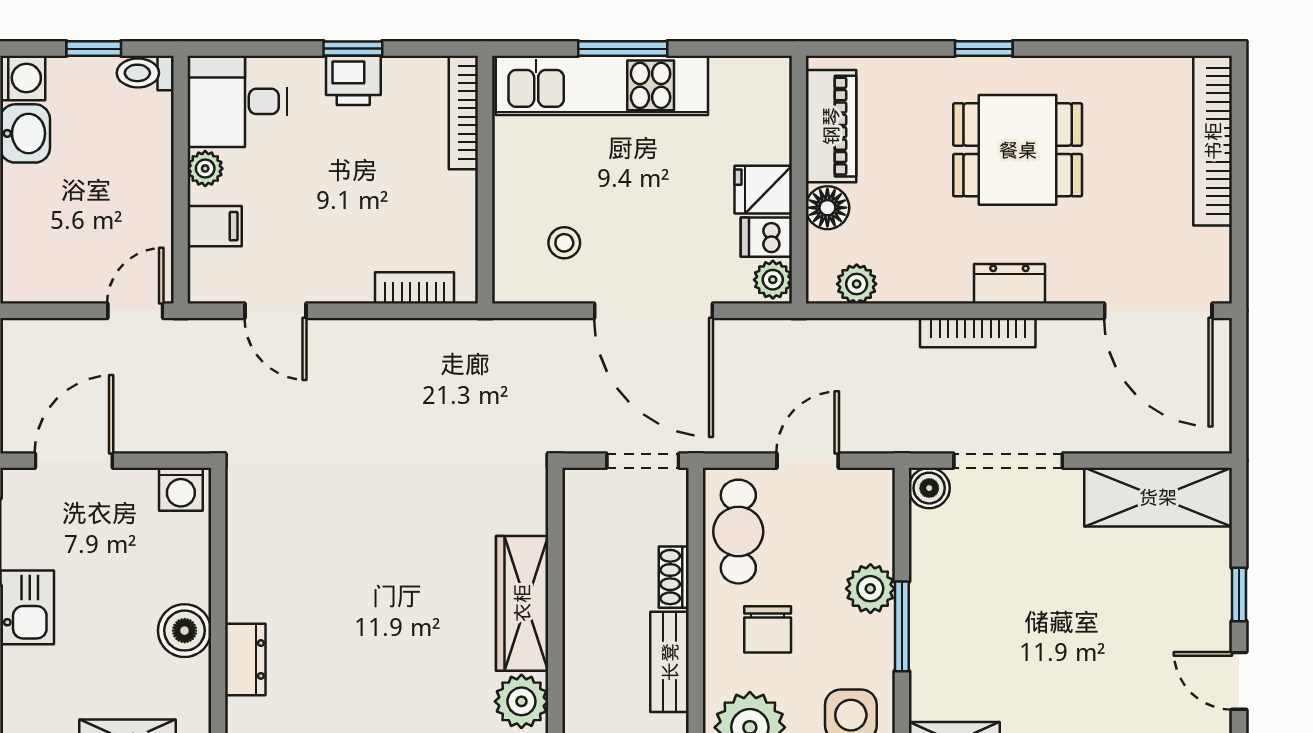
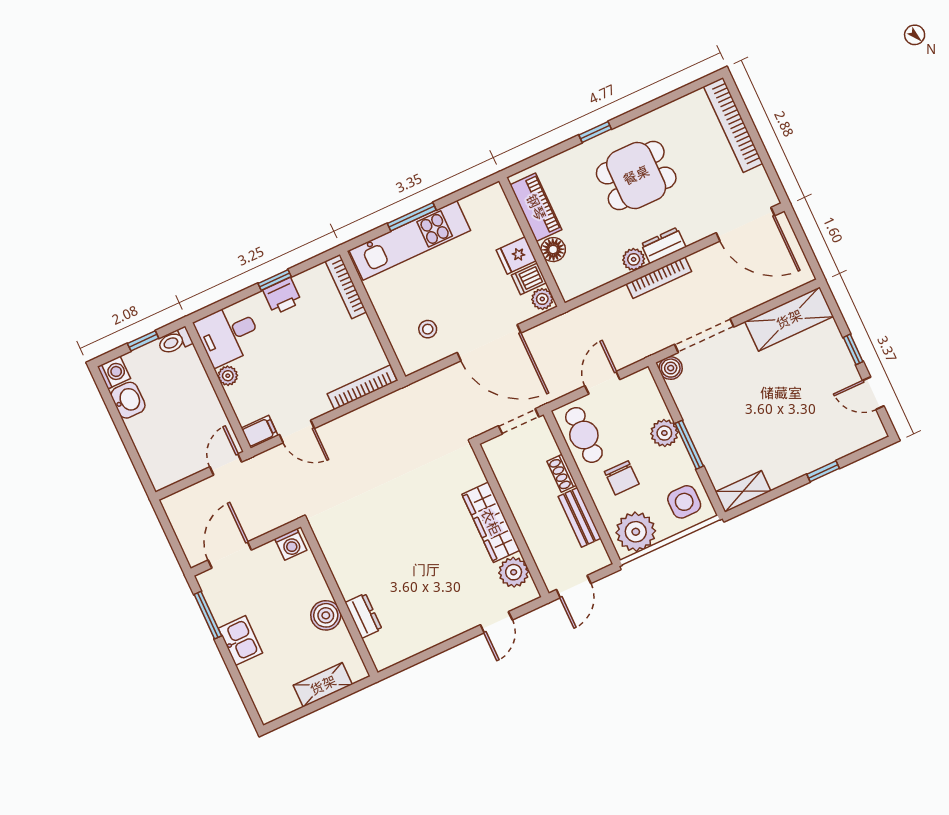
filing cabinet: (215, 226) -> (260, 432), moved
plant: (857, 284) -> (634, 259), moved
bookcase: (414, 288) -> (362, 387), width x1.56

